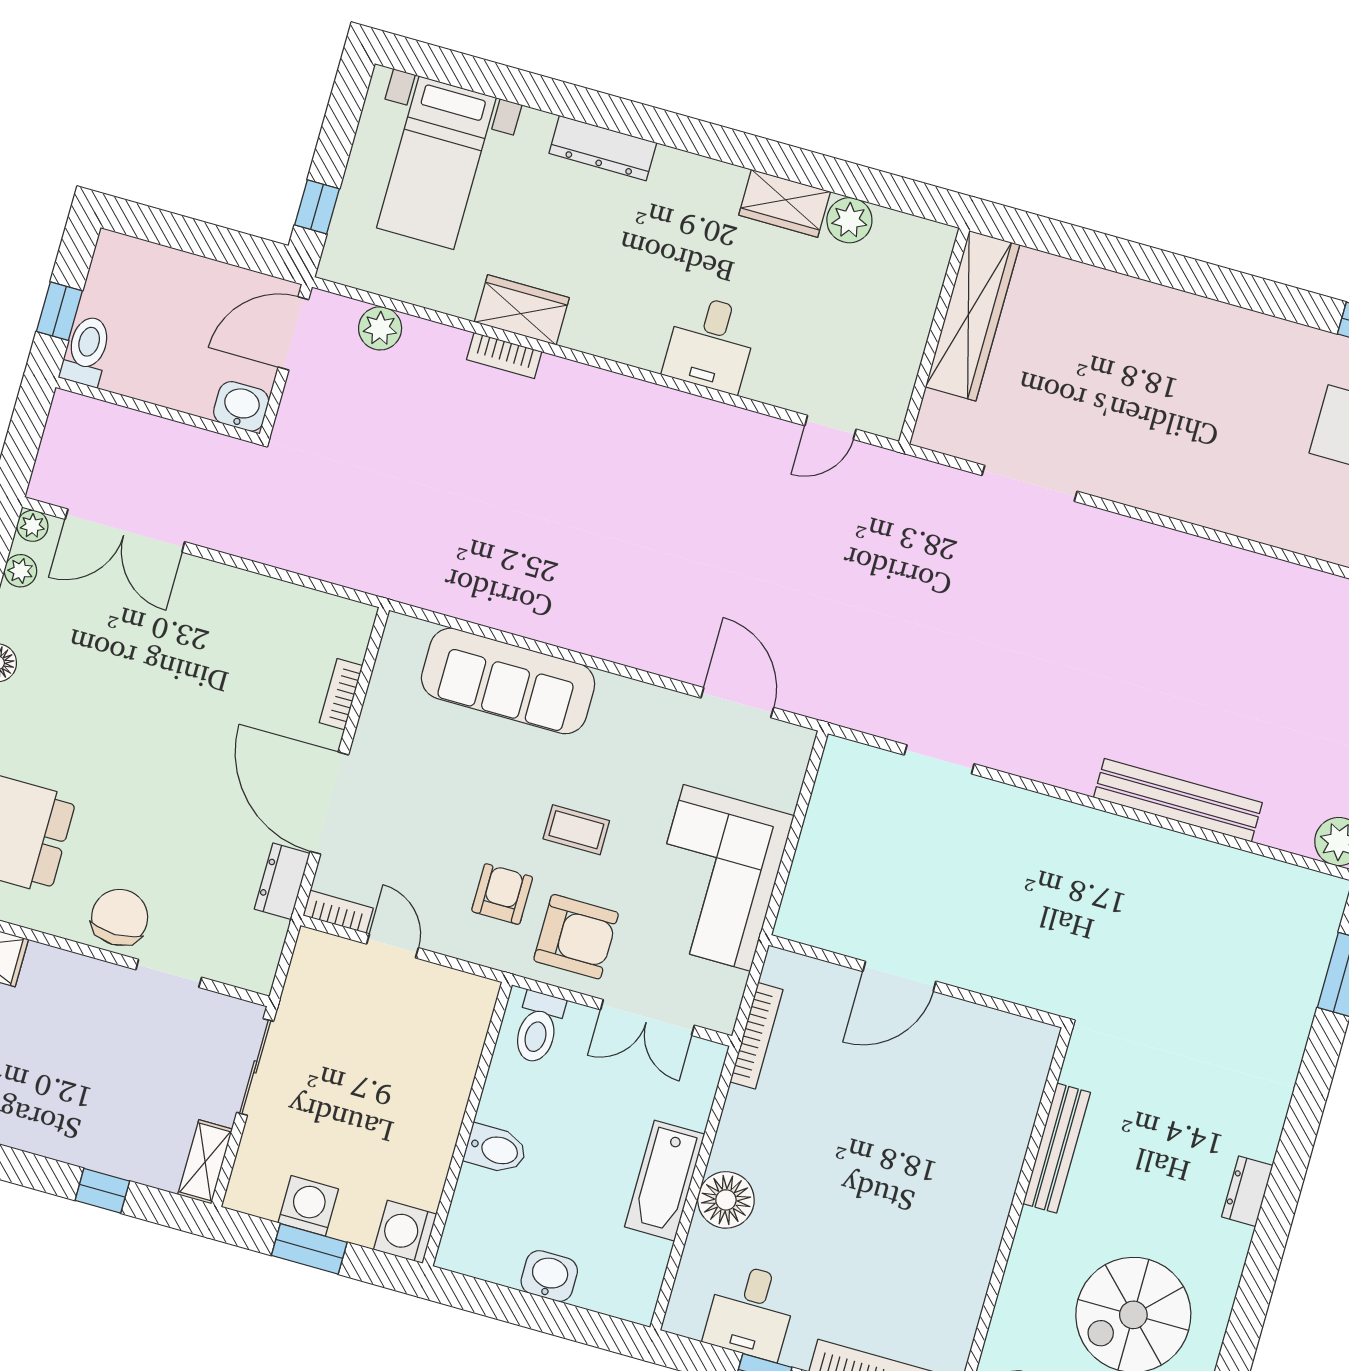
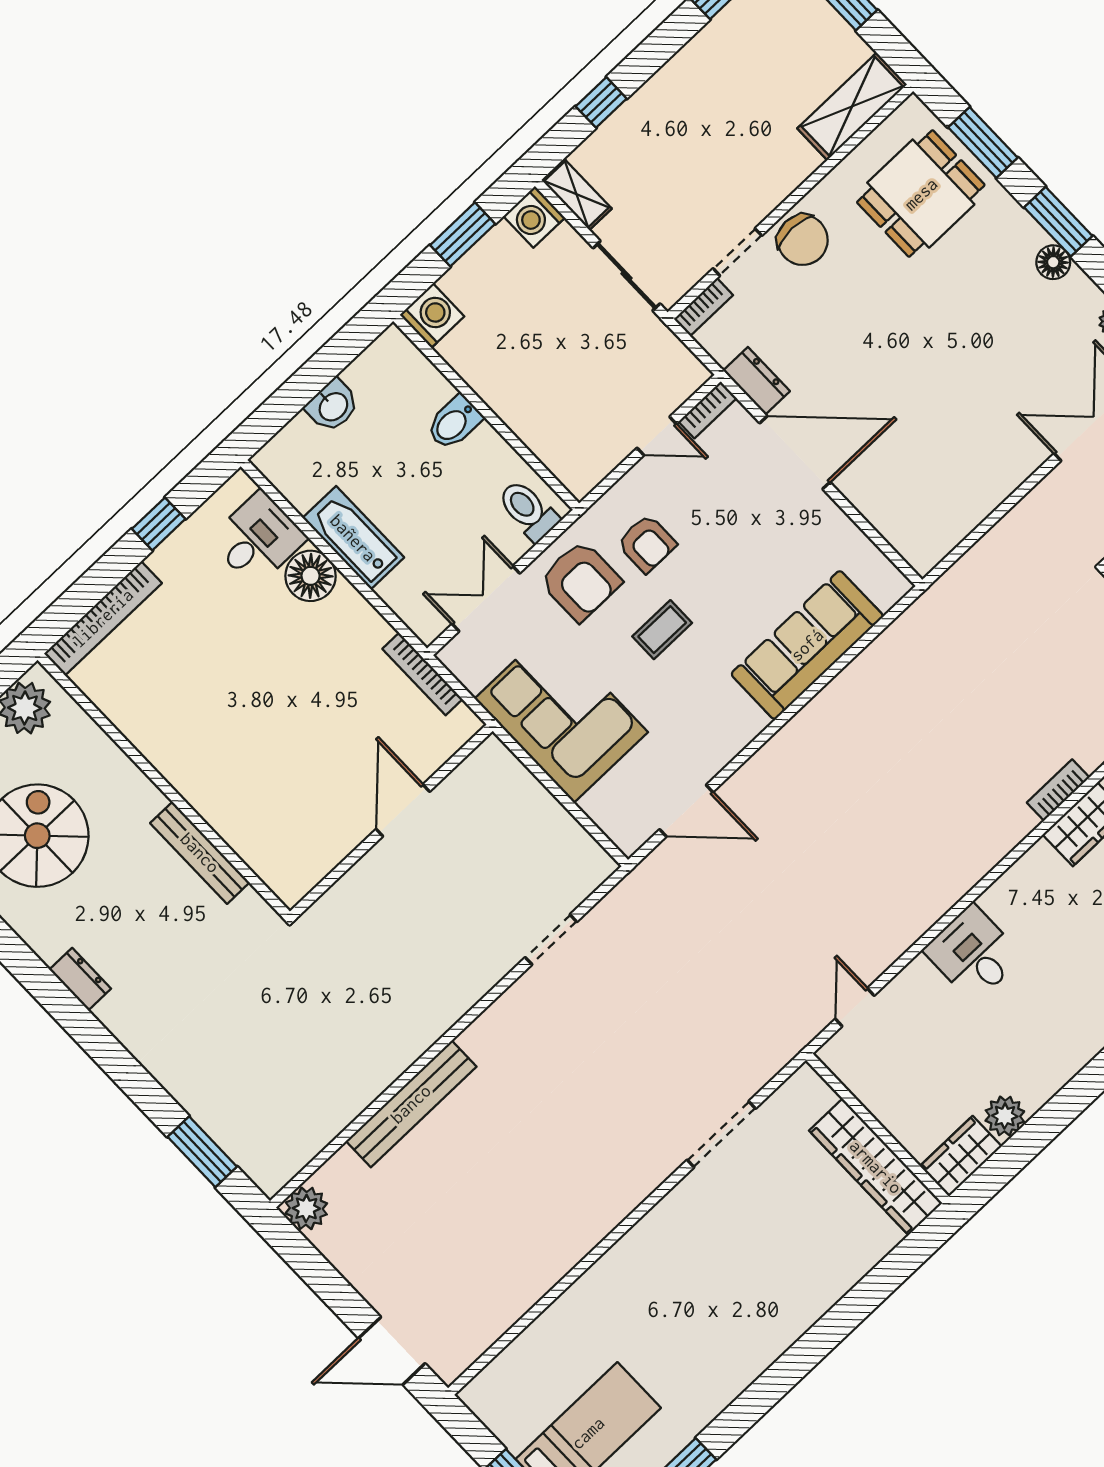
wardrobe: (785, 203) -> (961, 1156), moved
bookcase: (341, 694) -> (703, 307), moved, turned 90
armchair: (576, 937) -> (580, 581), turned -90
washing machine: (308, 1206) -> (534, 217), moved, turned 90
desk: (751, 1312) -> (258, 539), moved, turned 90

